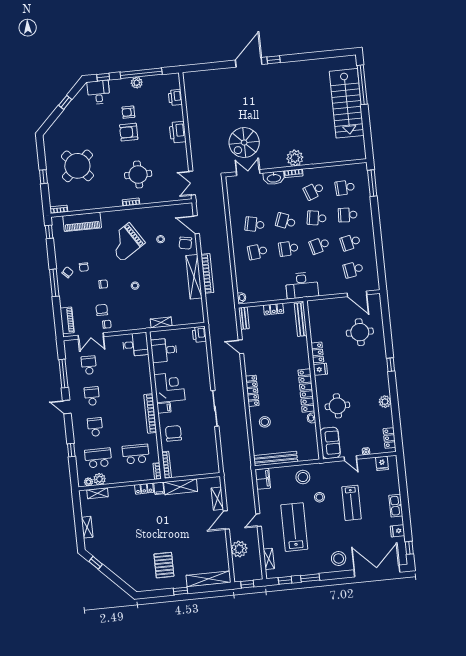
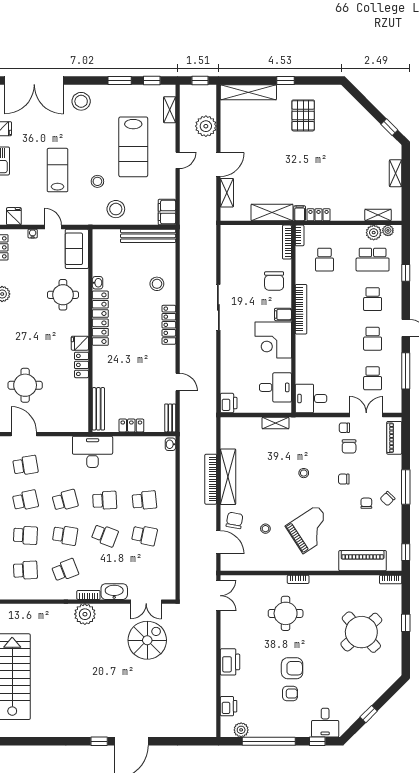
plant: (137, 83) -> (241, 730), moved
school desk: (136, 454) -> (324, 260), width x0.54

